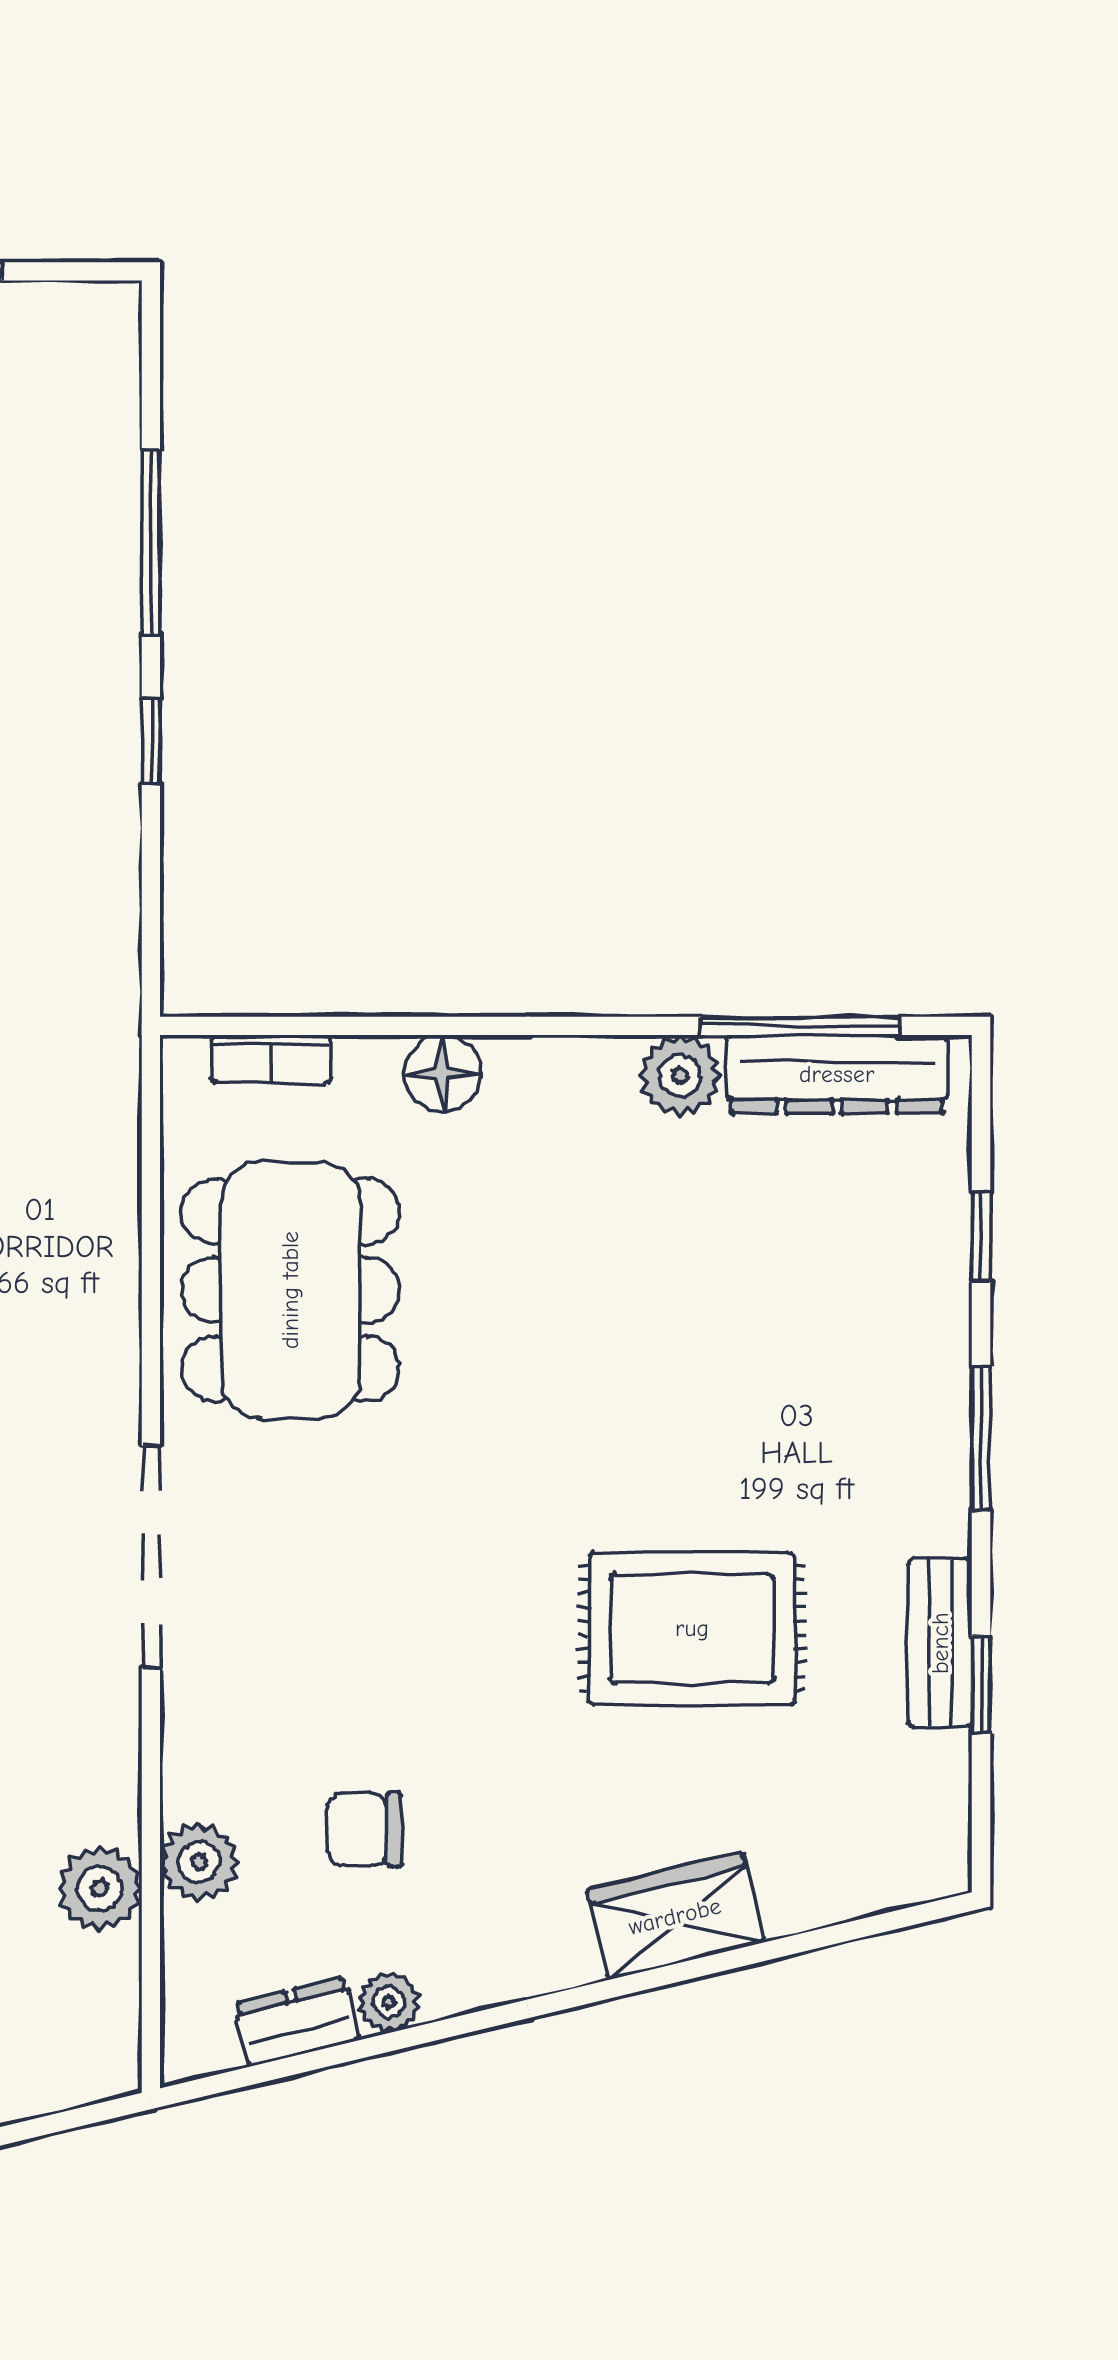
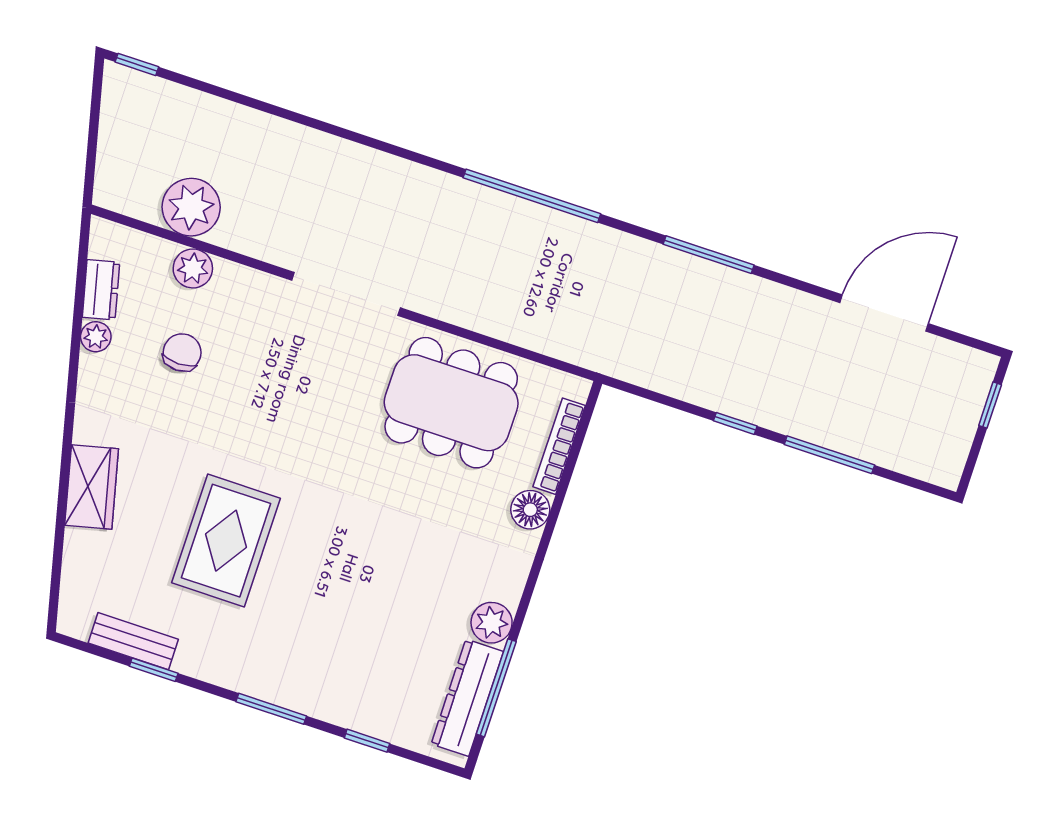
bookcase: (271, 1059) -> (559, 446), width x1.56
bench: (940, 1643) -> (133, 641), moved
plant: (100, 1888) -> (191, 207), width x1.36, depth x1.36

